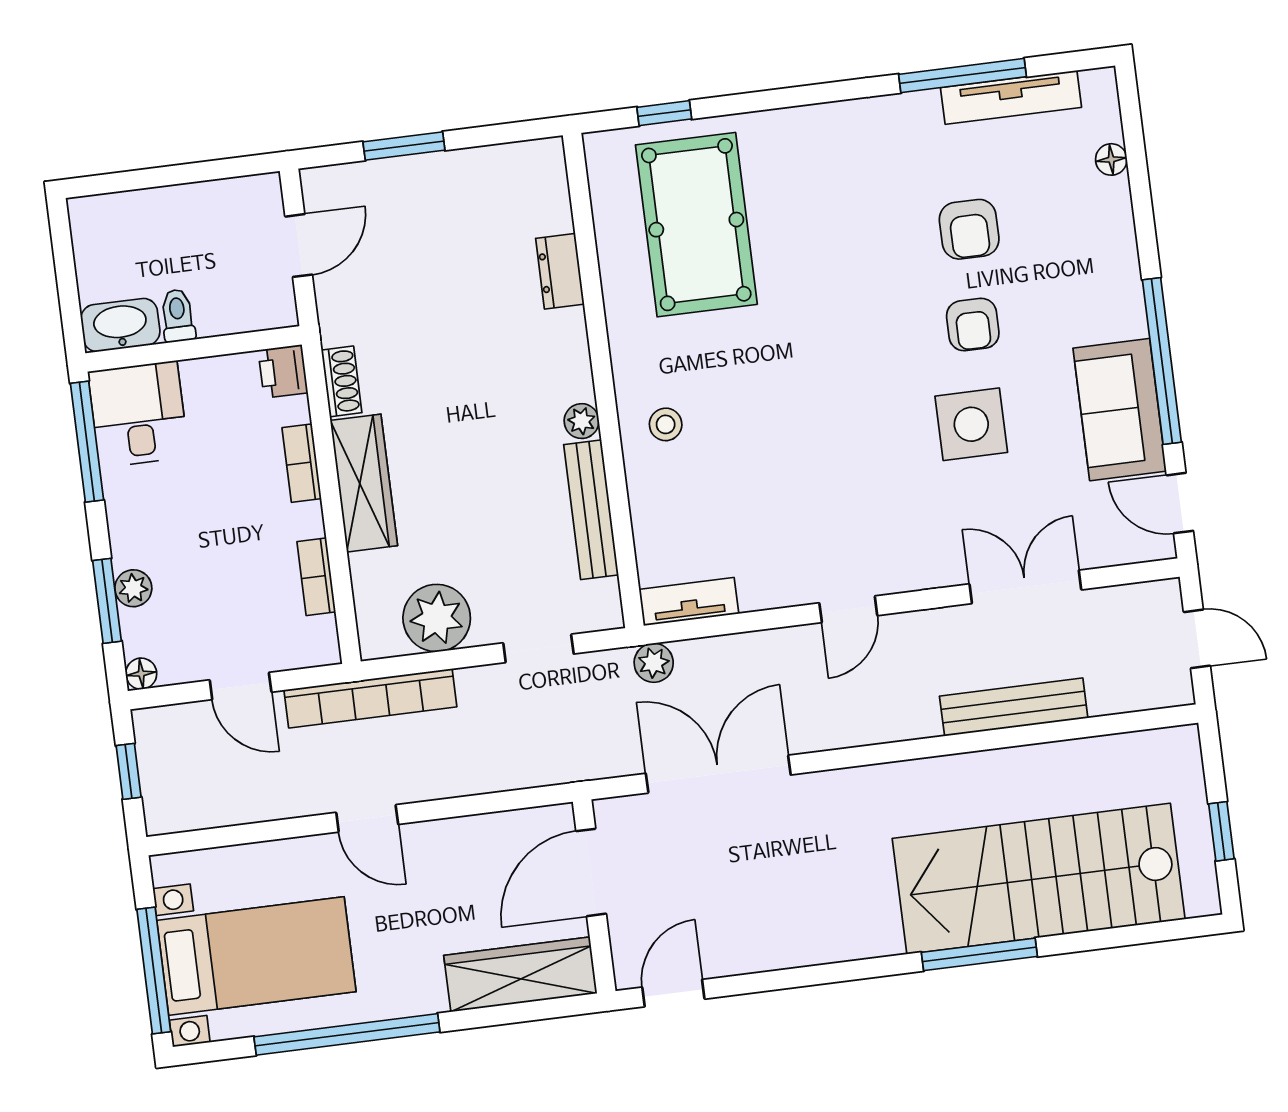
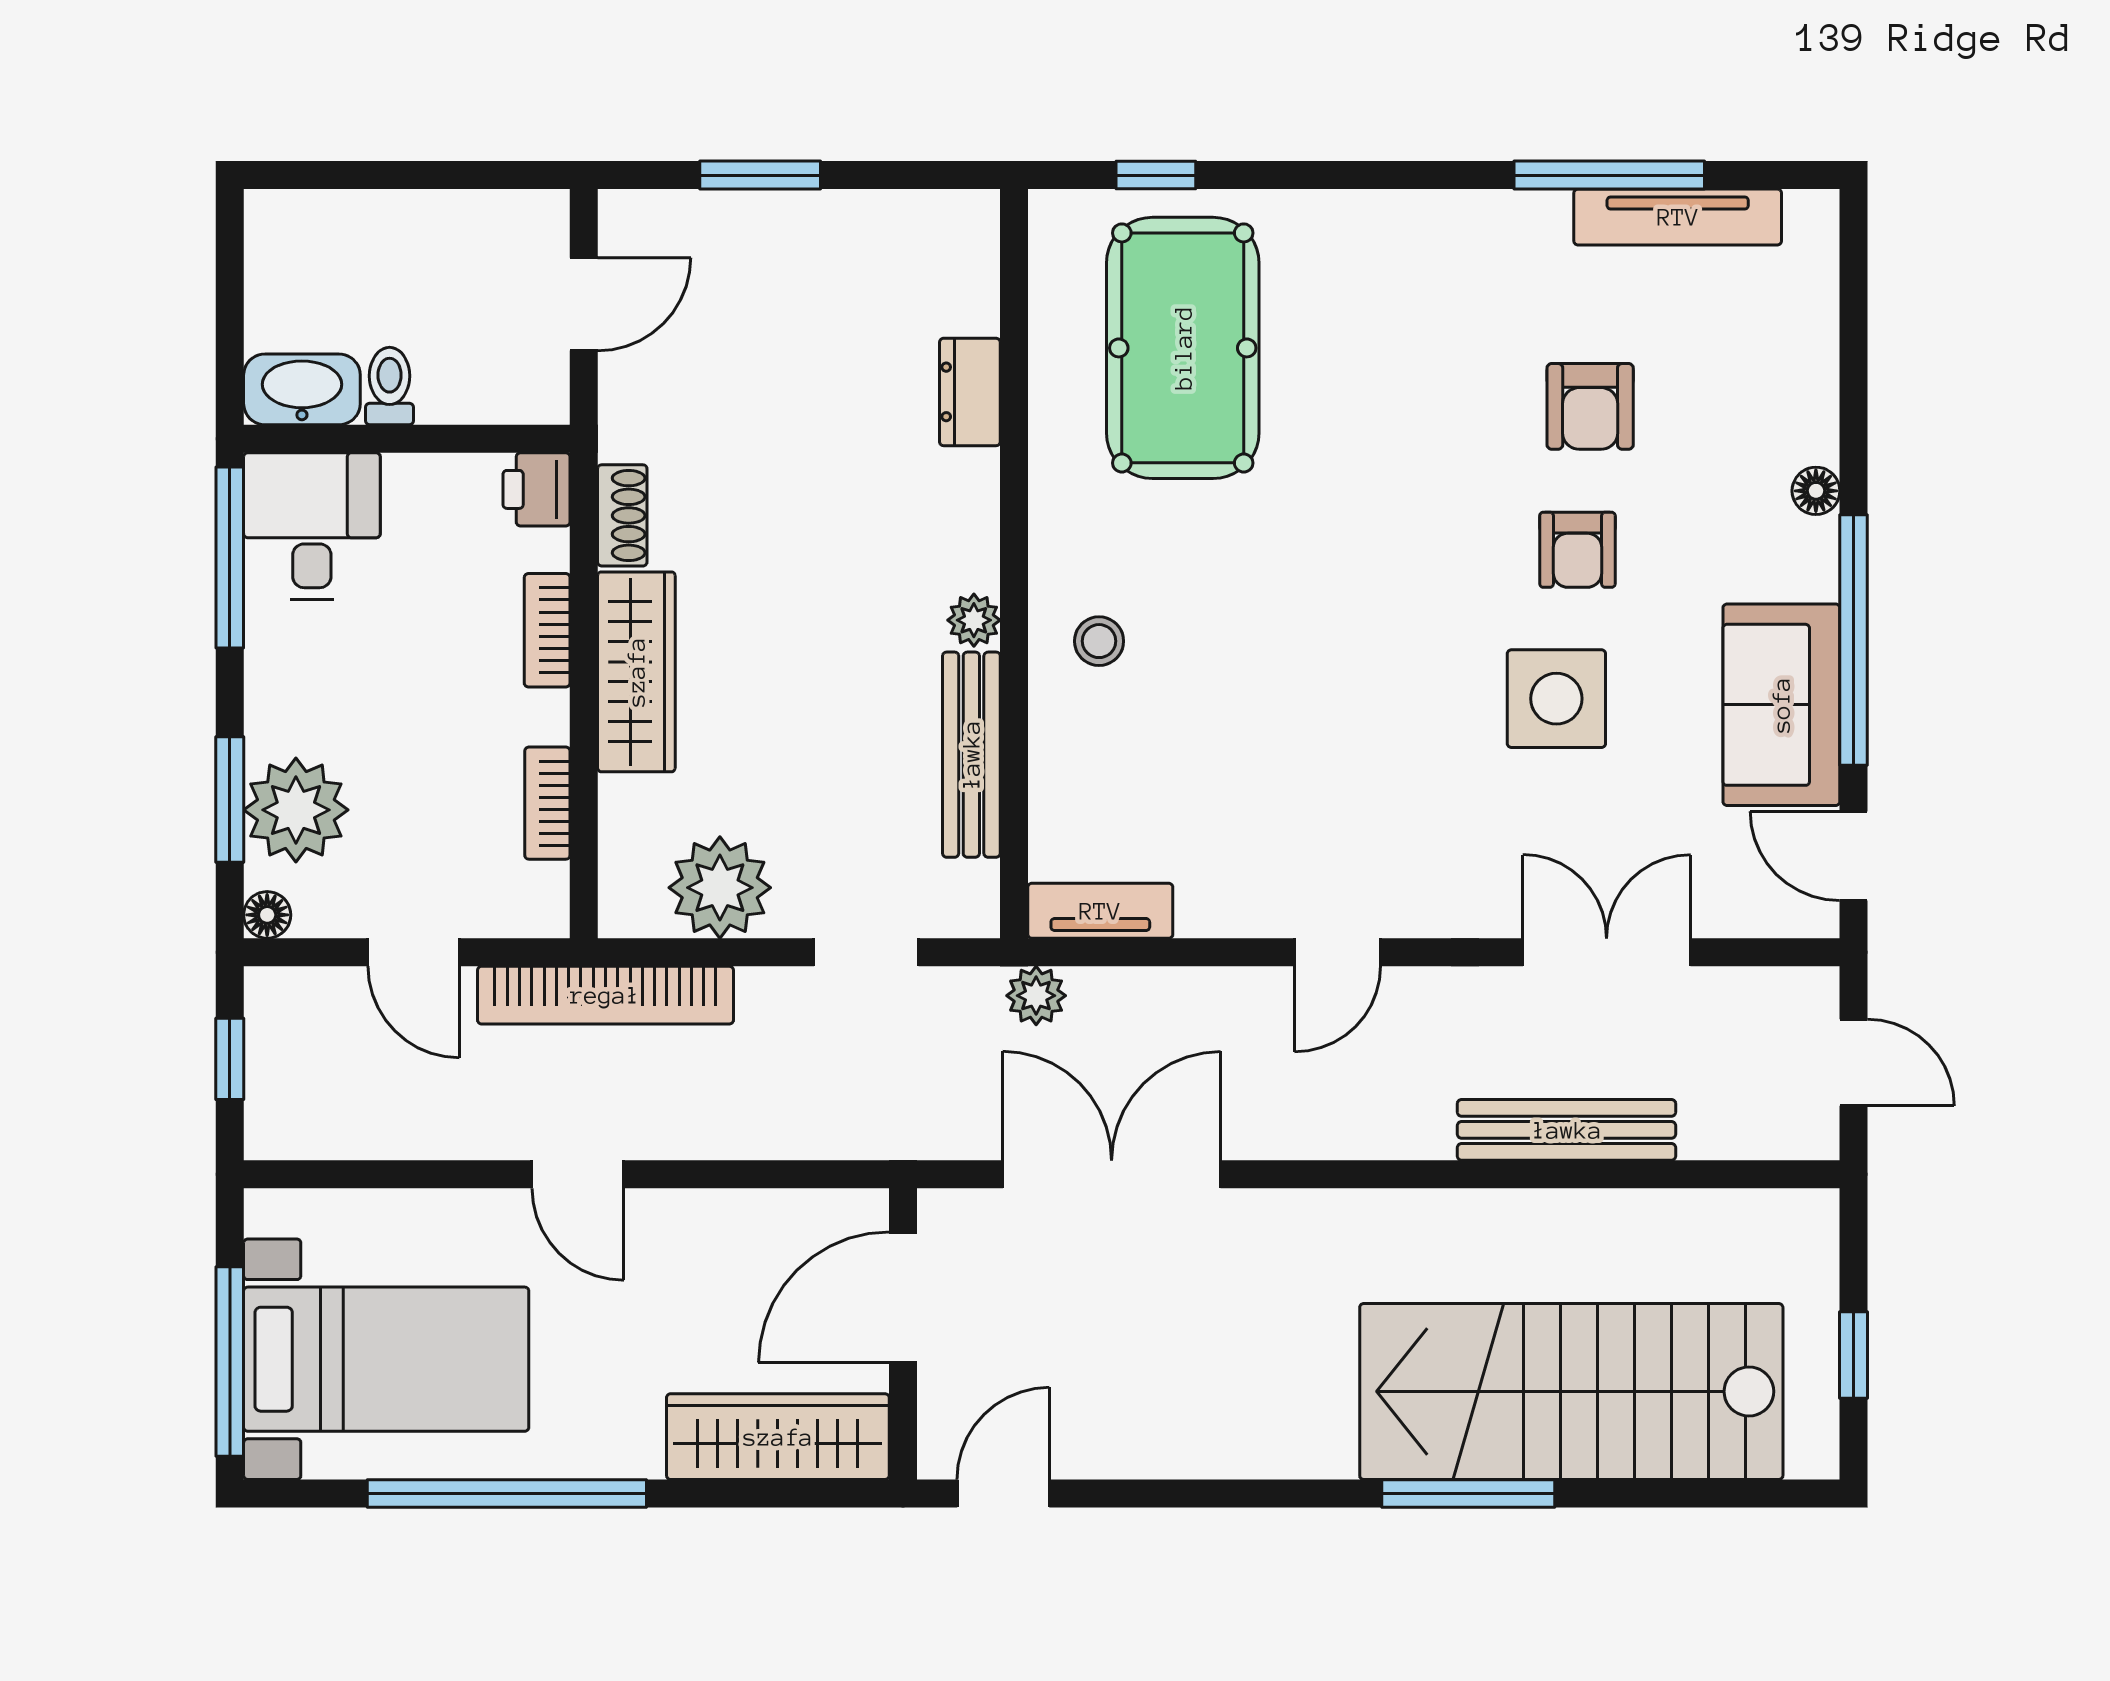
floor lamp: (1111, 159) -> (1816, 491), moved
plant: (133, 588) -> (296, 810), width x1.87, depth x1.87

